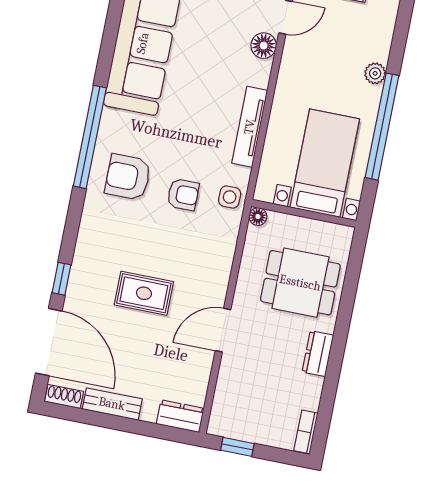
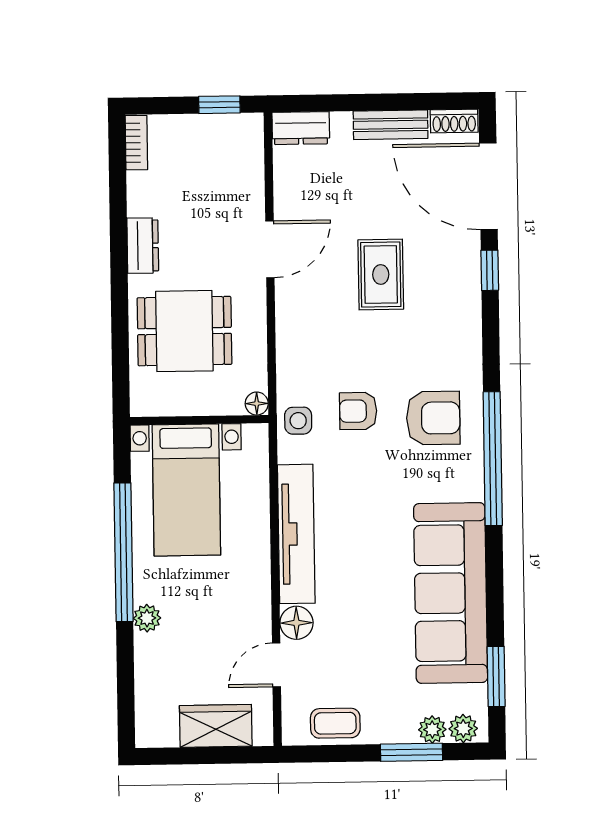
tv unit: (250, 127) -> (296, 534), width x1.36, depth x1.29
rug: (144, 293) -> (381, 274), turned 90

